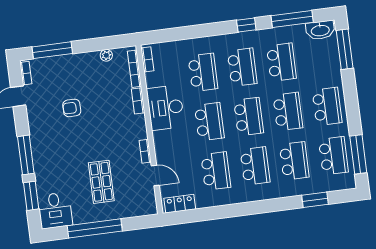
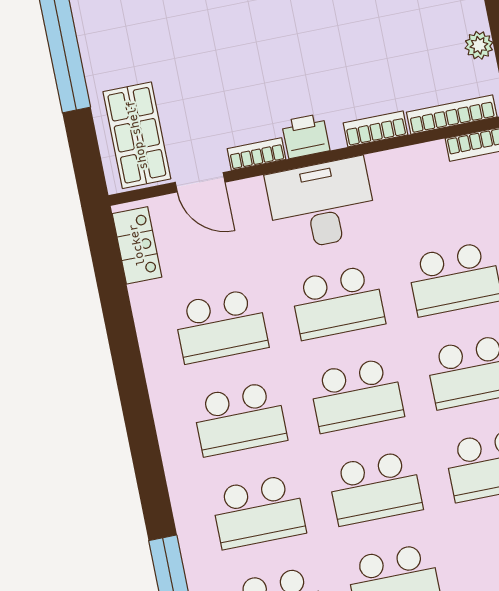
desk: (166, 108) -> (321, 204), moved
printer: (139, 130) -> (306, 136), added
door: (155, 175) -> (200, 182), hinge flipped
shop shelf: (101, 182) -> (137, 135), moved, turned 90

